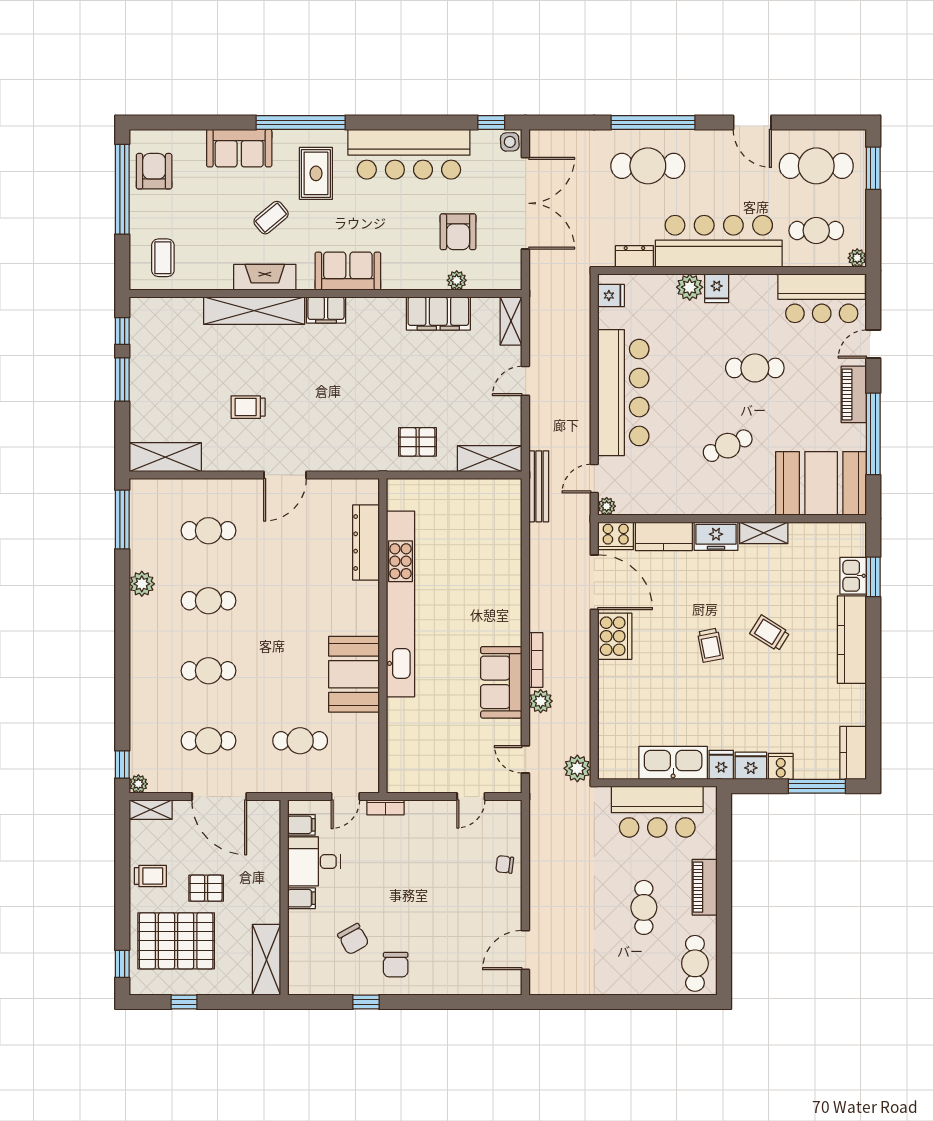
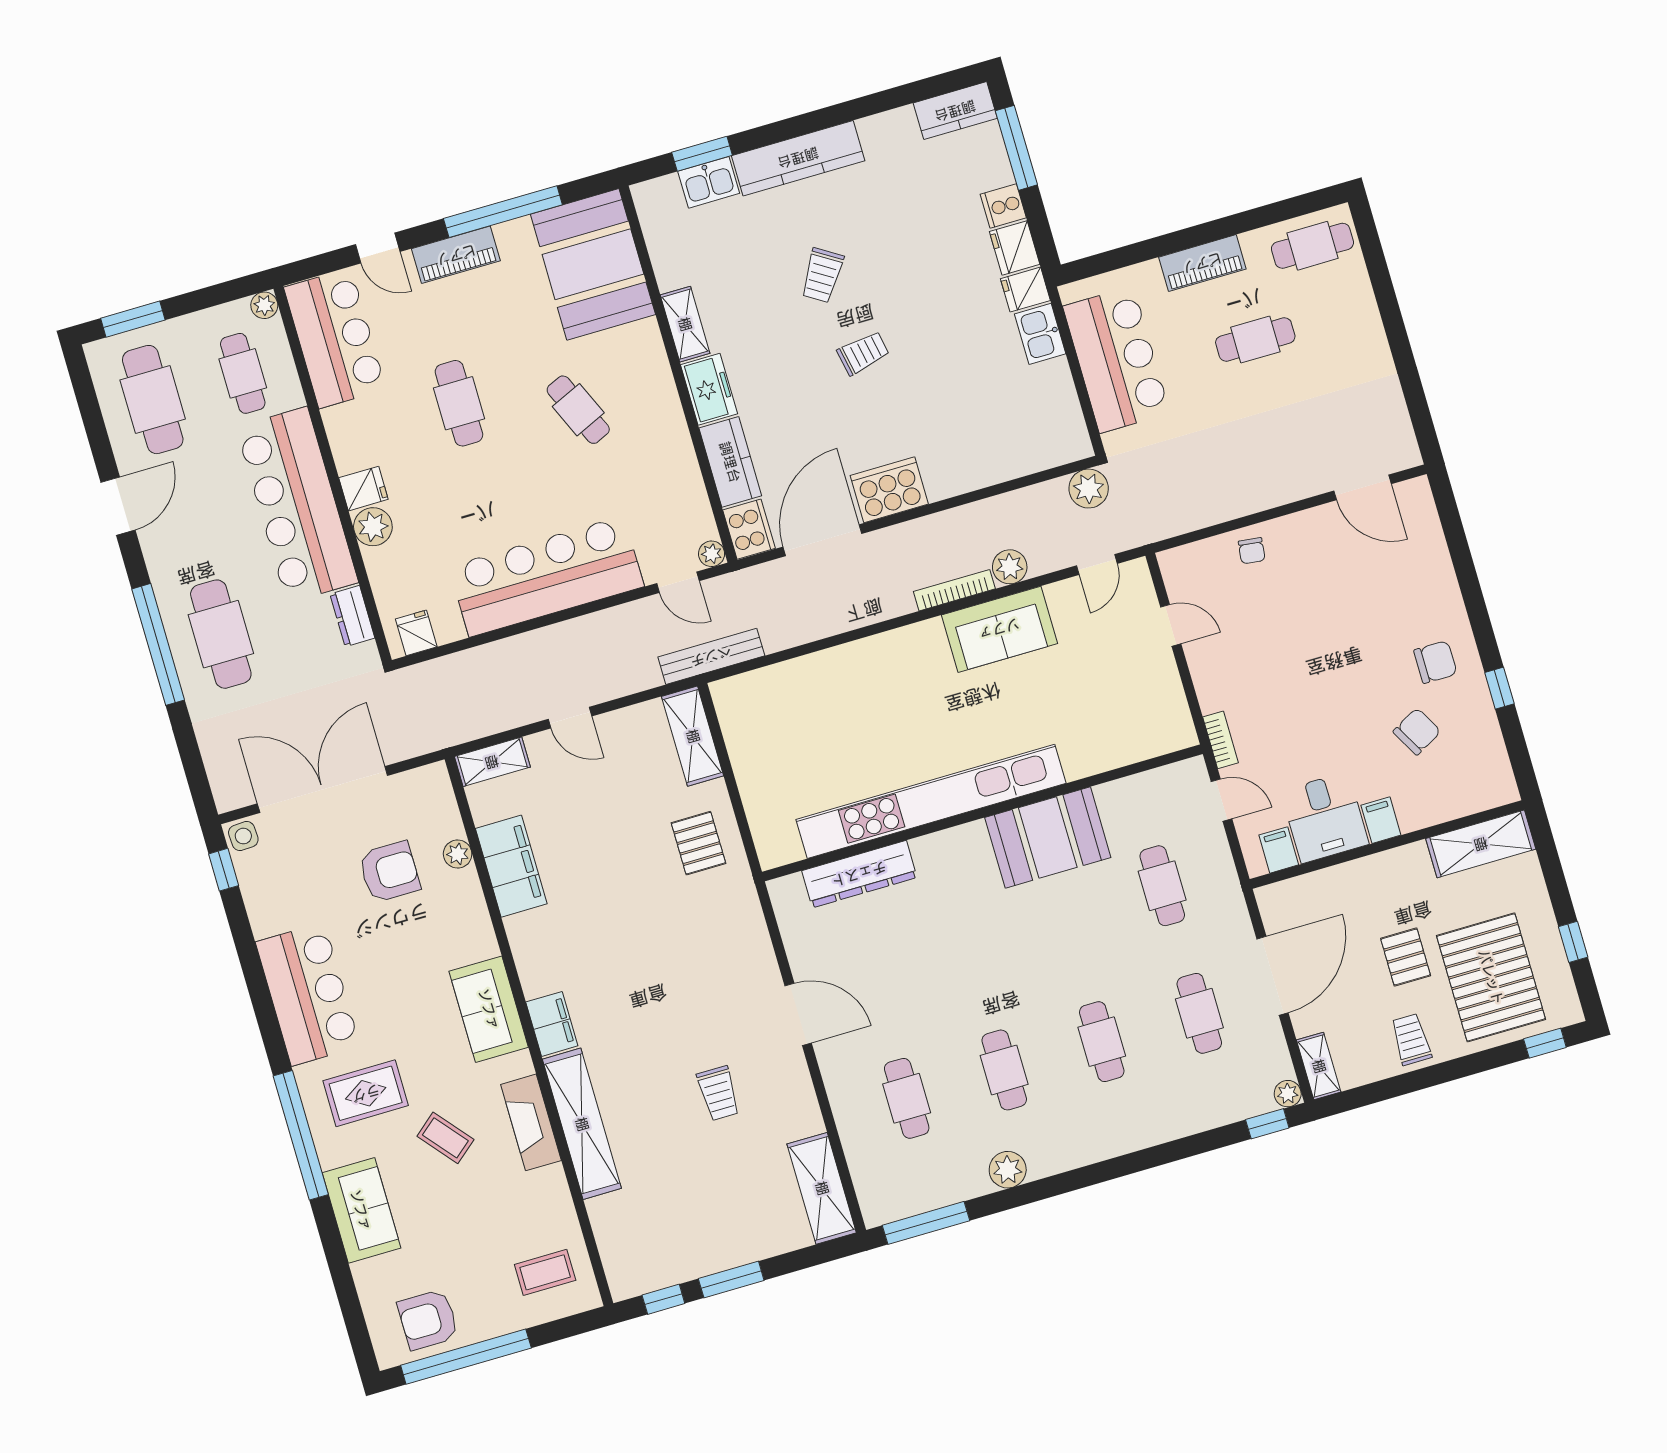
bar counter: (409, 154) -> (308, 994), width x0.73
kitchen sink: (673, 763) -> (1040, 334), width x0.53, depth x0.81

